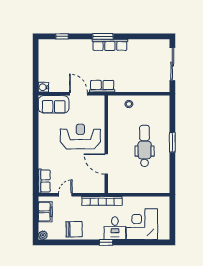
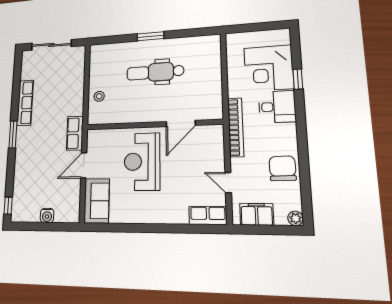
window: (62, 36) -> (8, 206), moved
row of seats: (110, 45) -> (25, 103), moved
water cooler: (43, 87) -> (47, 215), moved
window: (106, 242) -> (298, 79), moved

